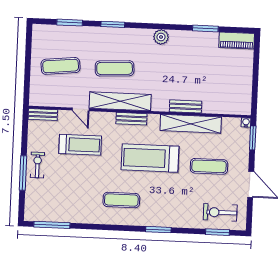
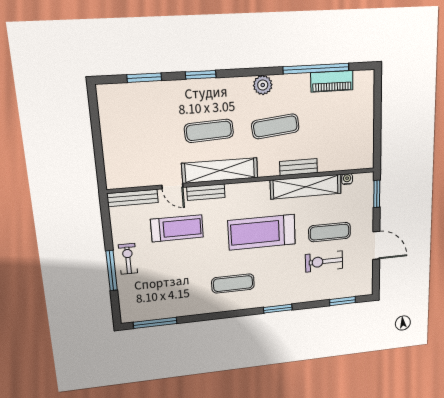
window: (205, 28) -> (316, 69), width x2.11
piano: (237, 40) -> (332, 81), moved
exercise mat: (61, 66) -> (275, 126), moved
bench: (43, 115) -> (133, 198), width x1.36
bench: (131, 119) -> (206, 192), moved
water cooler: (246, 123) -> (347, 179), moved
exercise bike: (220, 212) -> (324, 261), moved

